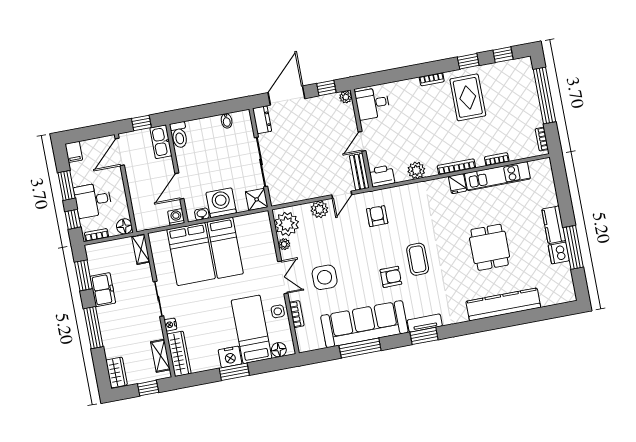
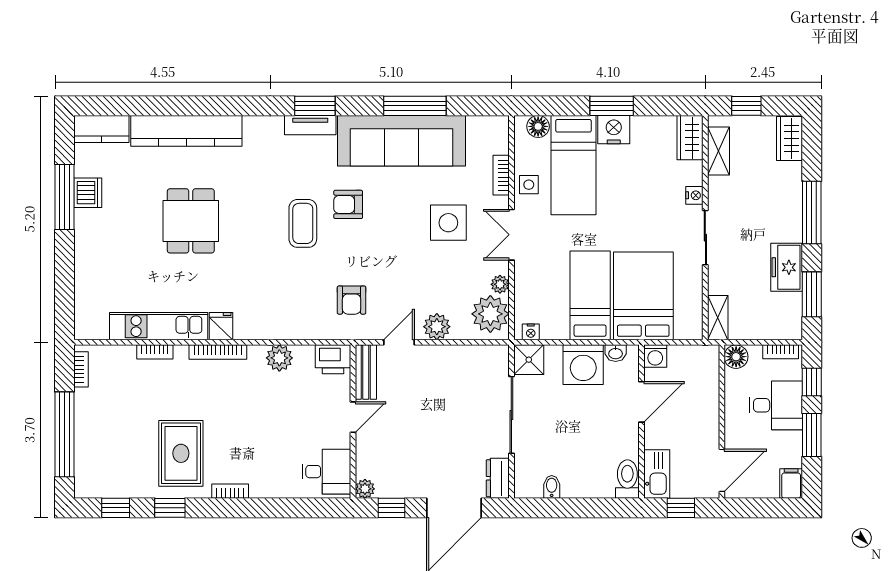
nightstand: (259, 217) -> (531, 332), added
kitchen counter: (554, 225) -> (102, 129), moved, turned 90
wardrobe: (179, 354) -> (690, 138), width x0.67

